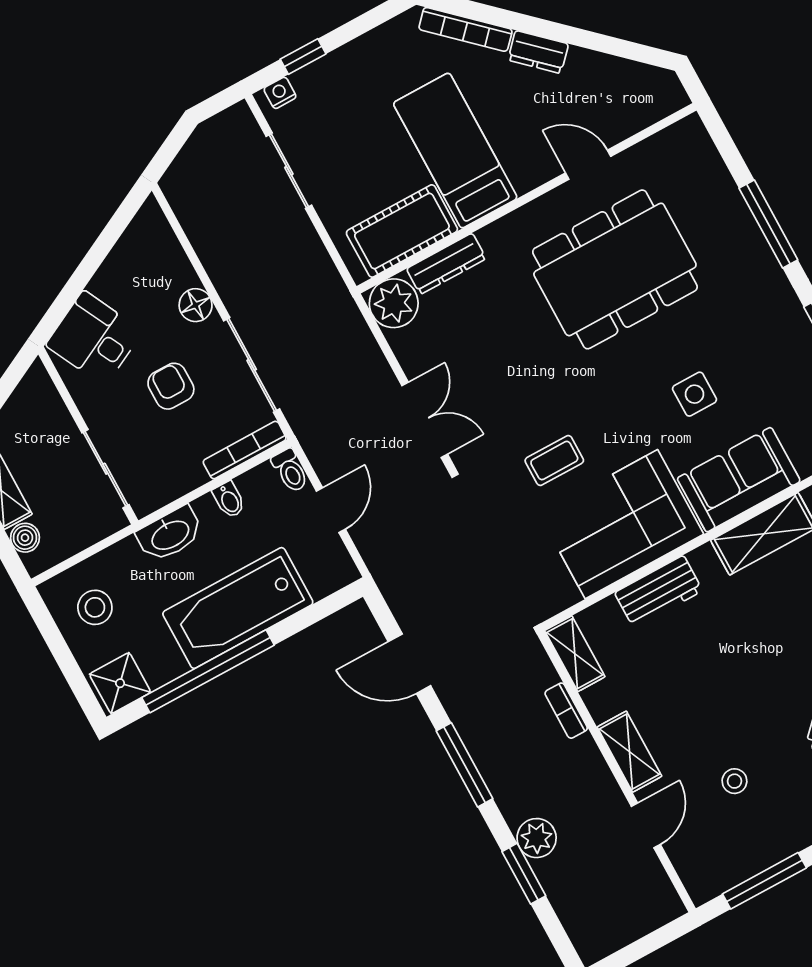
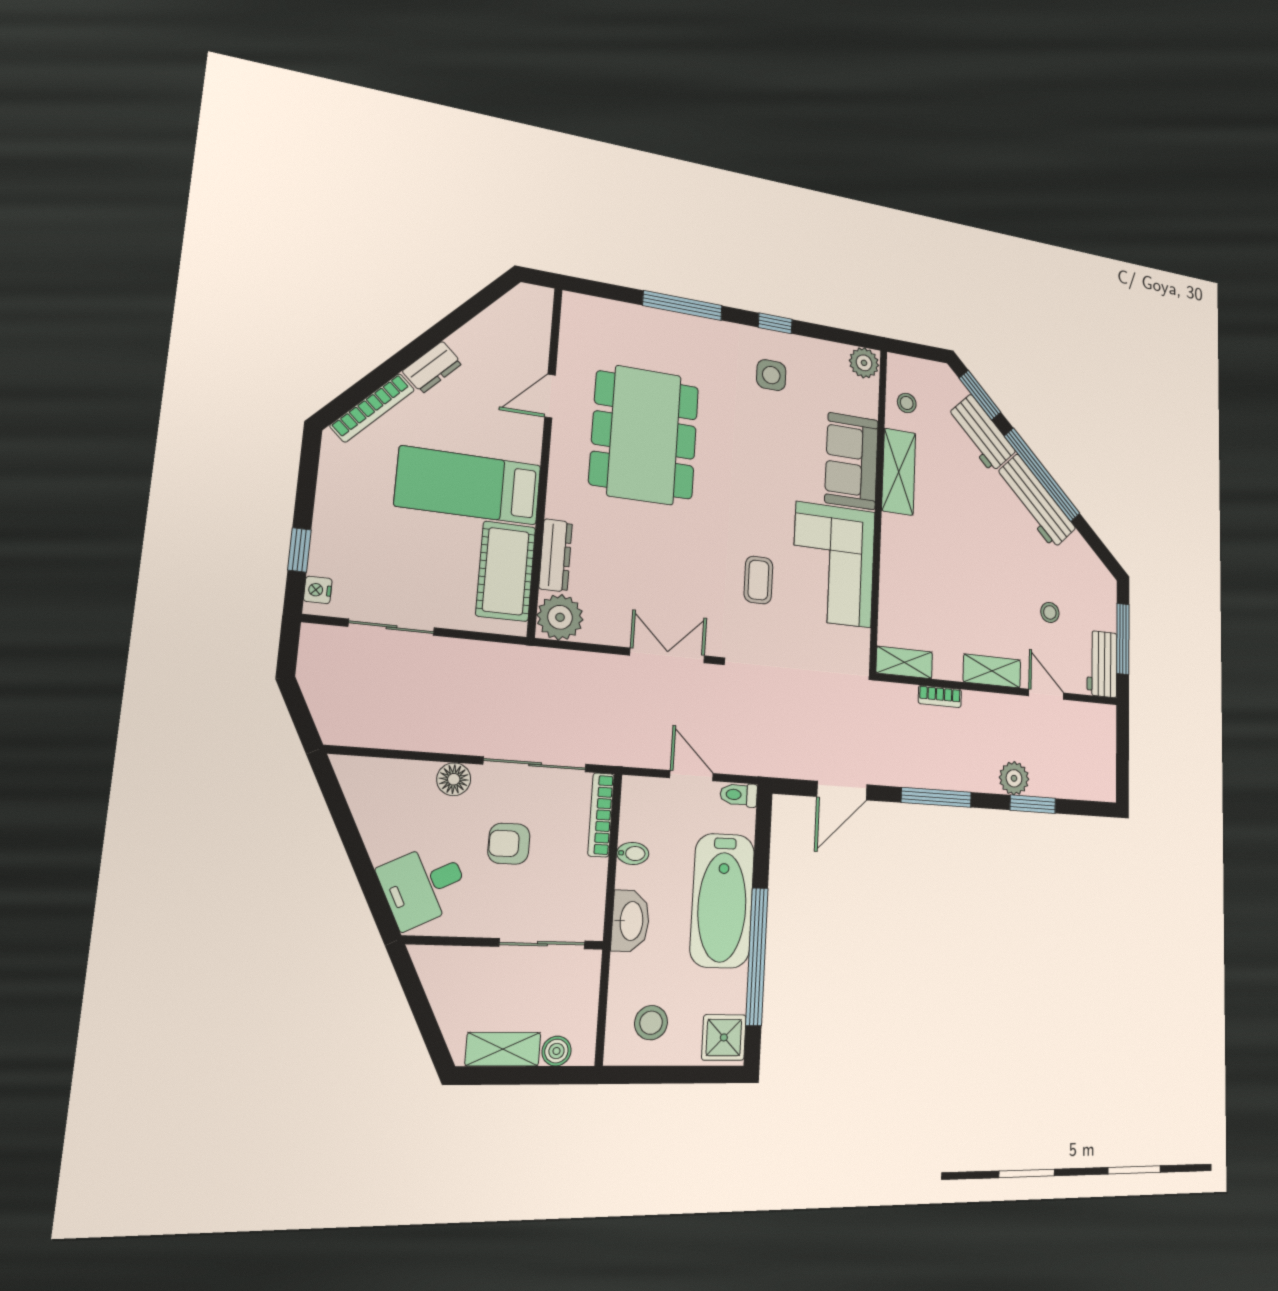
side table: (694, 394) -> (771, 375), moved
toilet: (290, 471) -> (739, 795), moved, turned 180
workbench: (659, 592) -> (1102, 664), moved, turned 180

